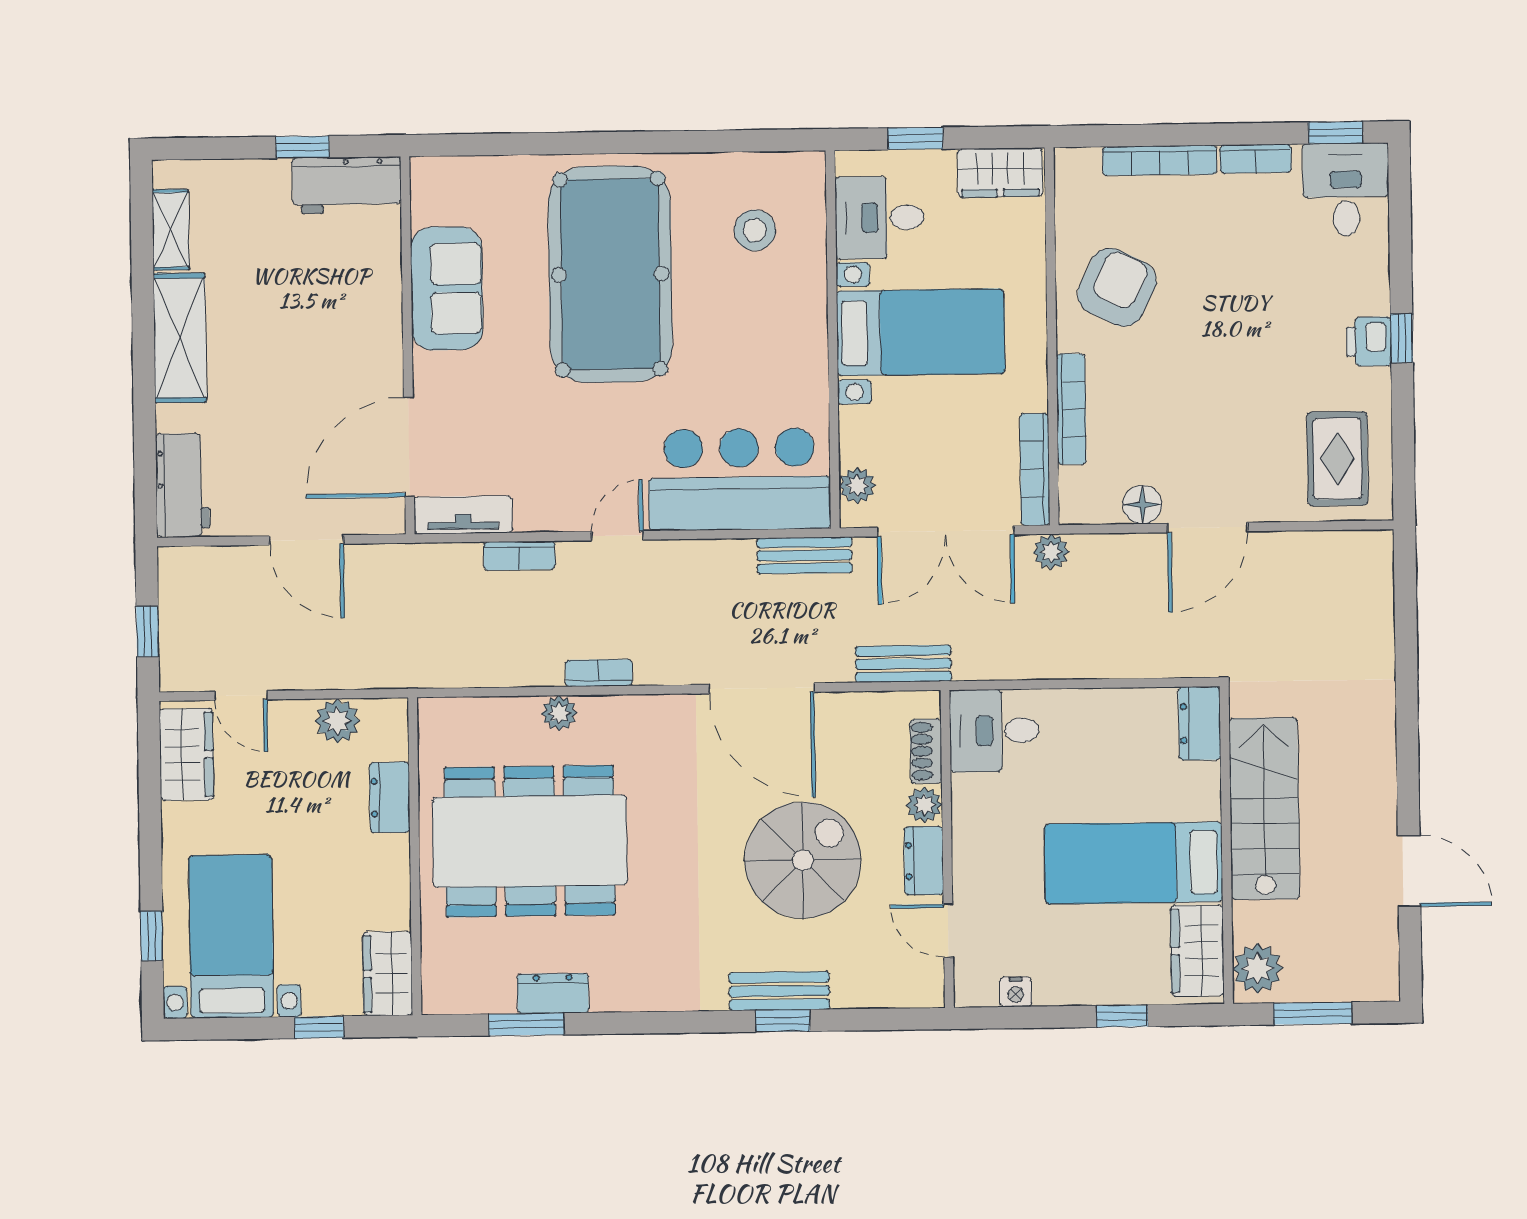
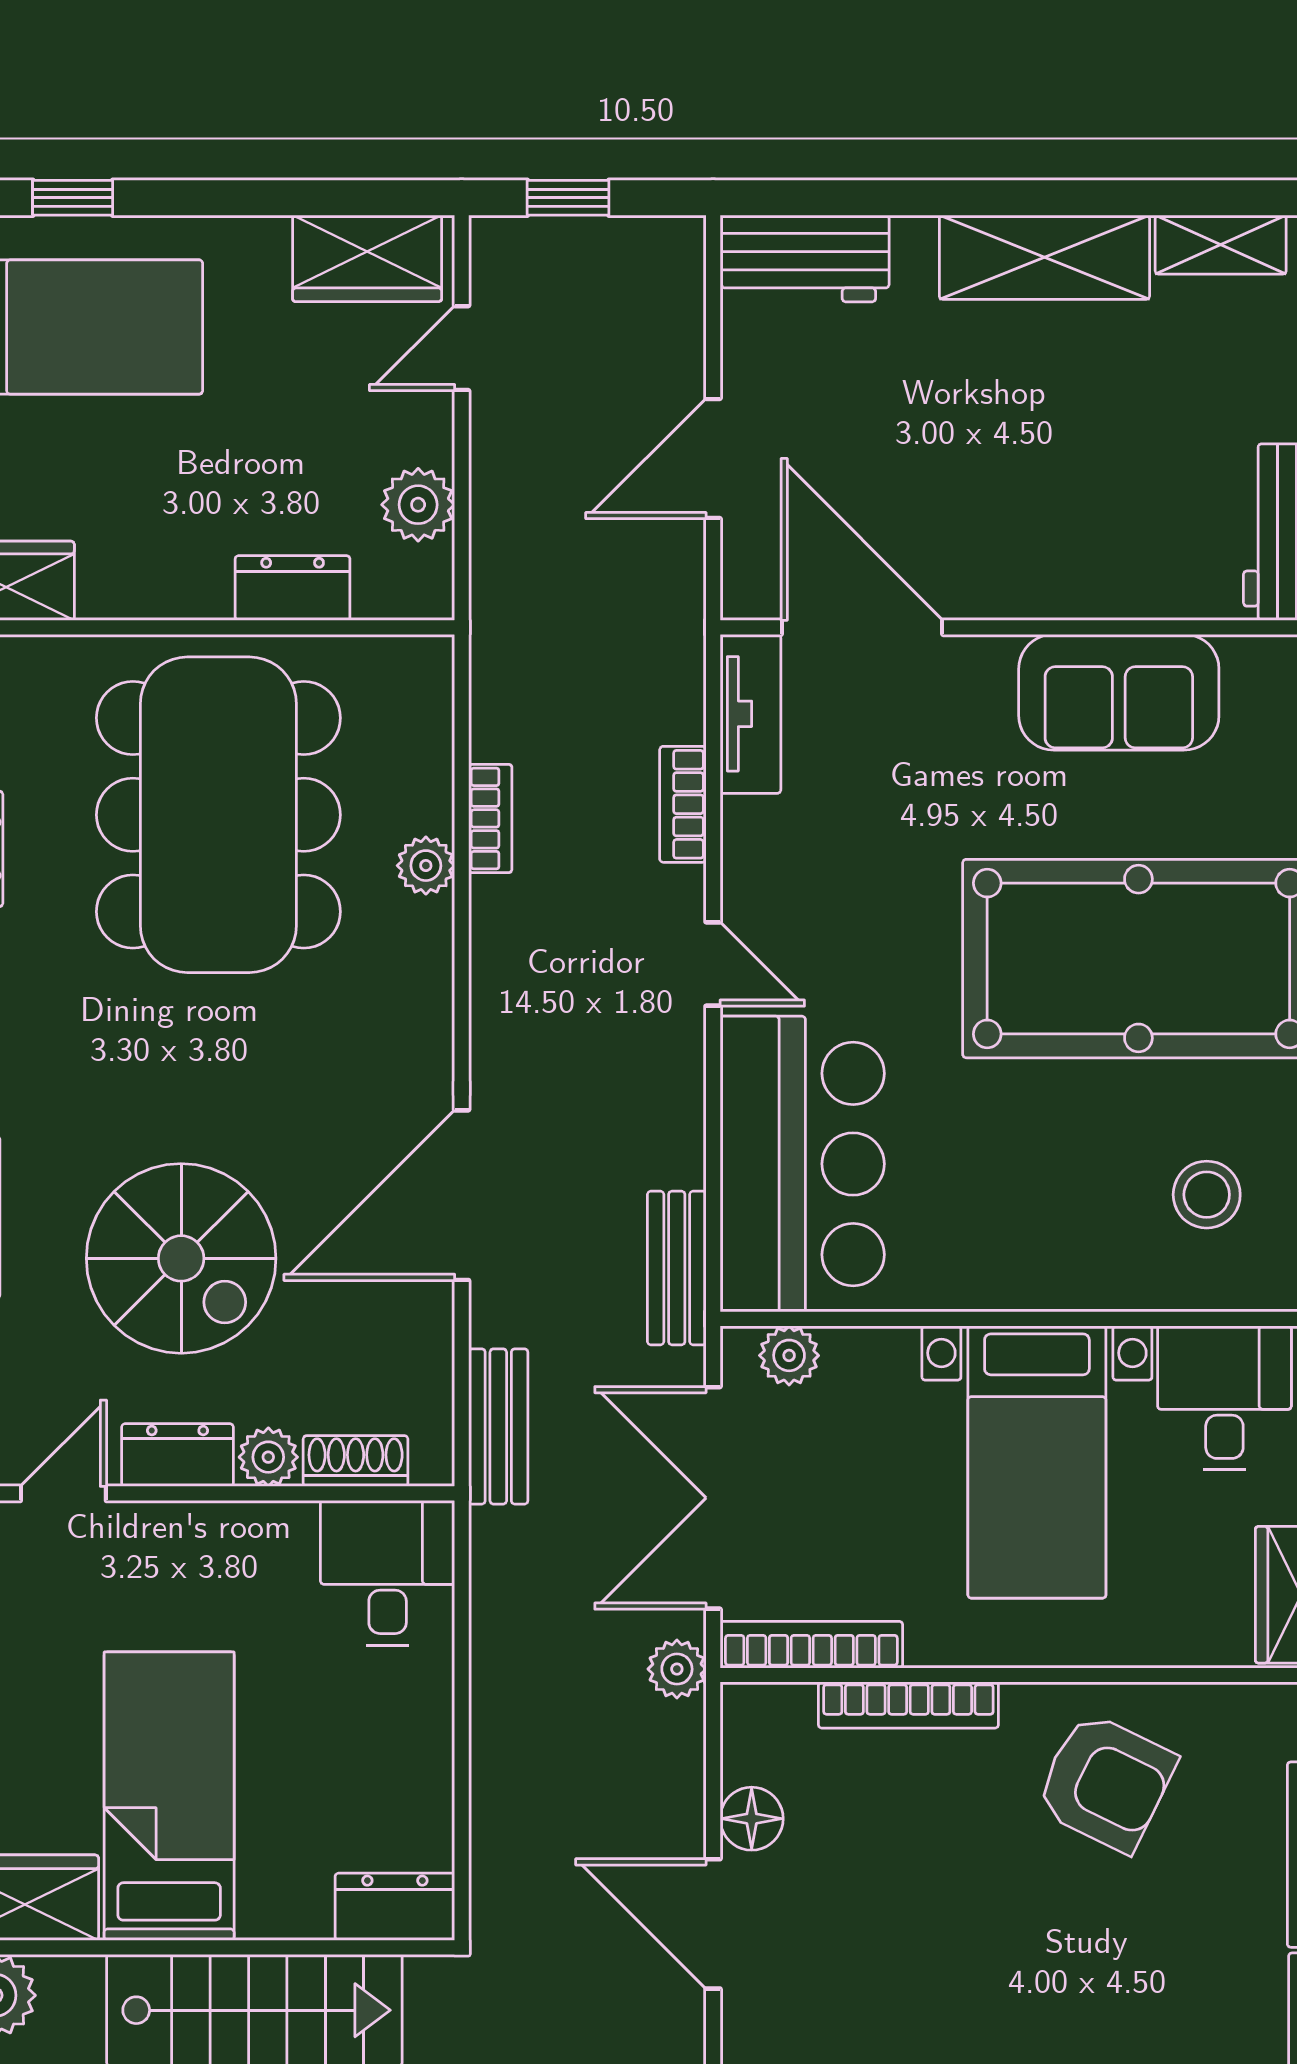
bookcase: (599, 673) -> (490, 818), moved

